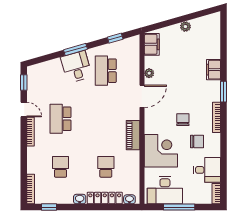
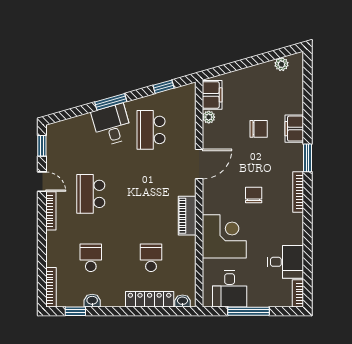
plant: (185, 27) -> (282, 64), moved
plant: (149, 73) -> (209, 117), moved
chair: (197, 141) -> (259, 129), moved
desk: (165, 190) -> (230, 289), width x0.73
washbasin: (80, 199) -> (92, 301), moved

